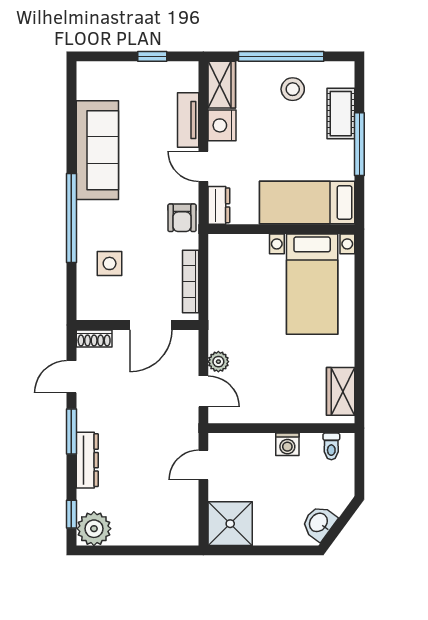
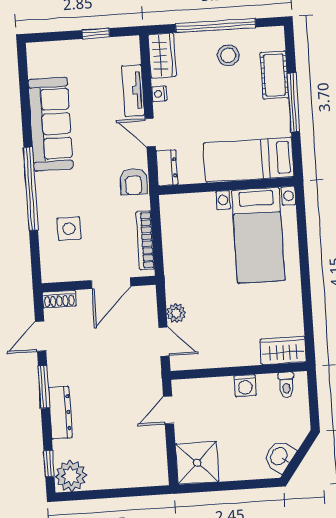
nightstand: (222, 125) -> (159, 94), width x0.53, depth x0.56
wardrobe: (341, 391) -> (283, 350), moved, turned 90

